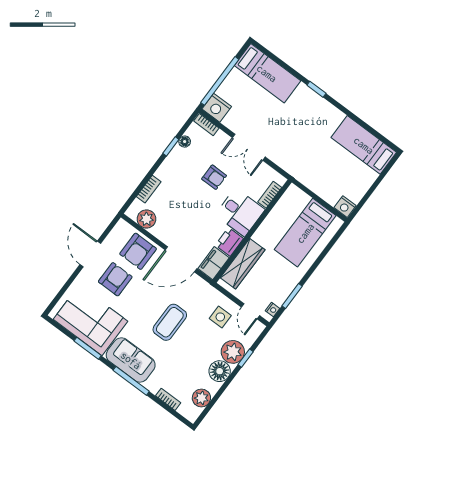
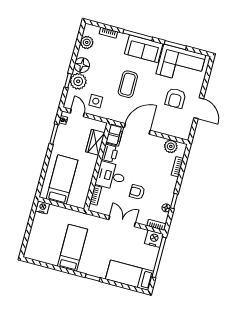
bed: (364, 145) -> (73, 248), moved, turned -90
armchair: (138, 251) -> (168, 123), removed
wardrobe: (243, 264) -> (95, 142), width x0.67

